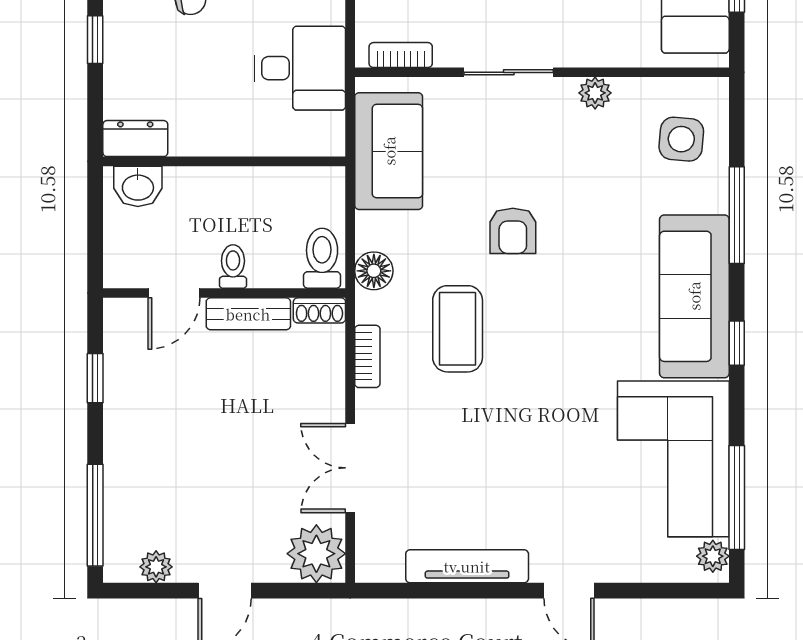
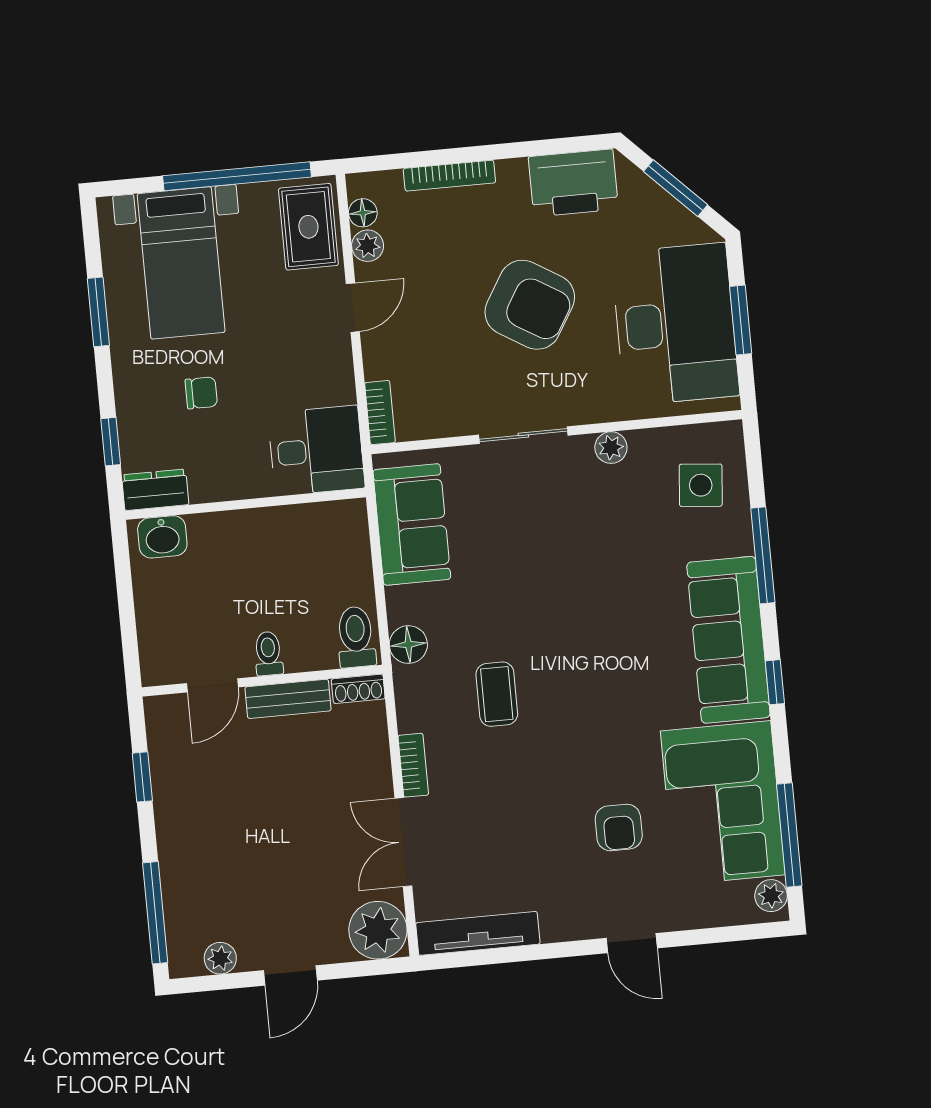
bookcase: (401, 55) -> (380, 413), moved, turned 90
dresser: (135, 139) -> (155, 490), moved
wall: (224, 161) -> (246, 504), moved
washbasin: (138, 186) -> (162, 537), moved
armchair: (513, 231) -> (619, 827), moved
coffee table: (458, 329) -> (497, 694), width x0.73, depth x0.77
bookcase: (367, 356) -> (413, 765), moved
tv unit: (467, 566) -> (478, 933), moved

